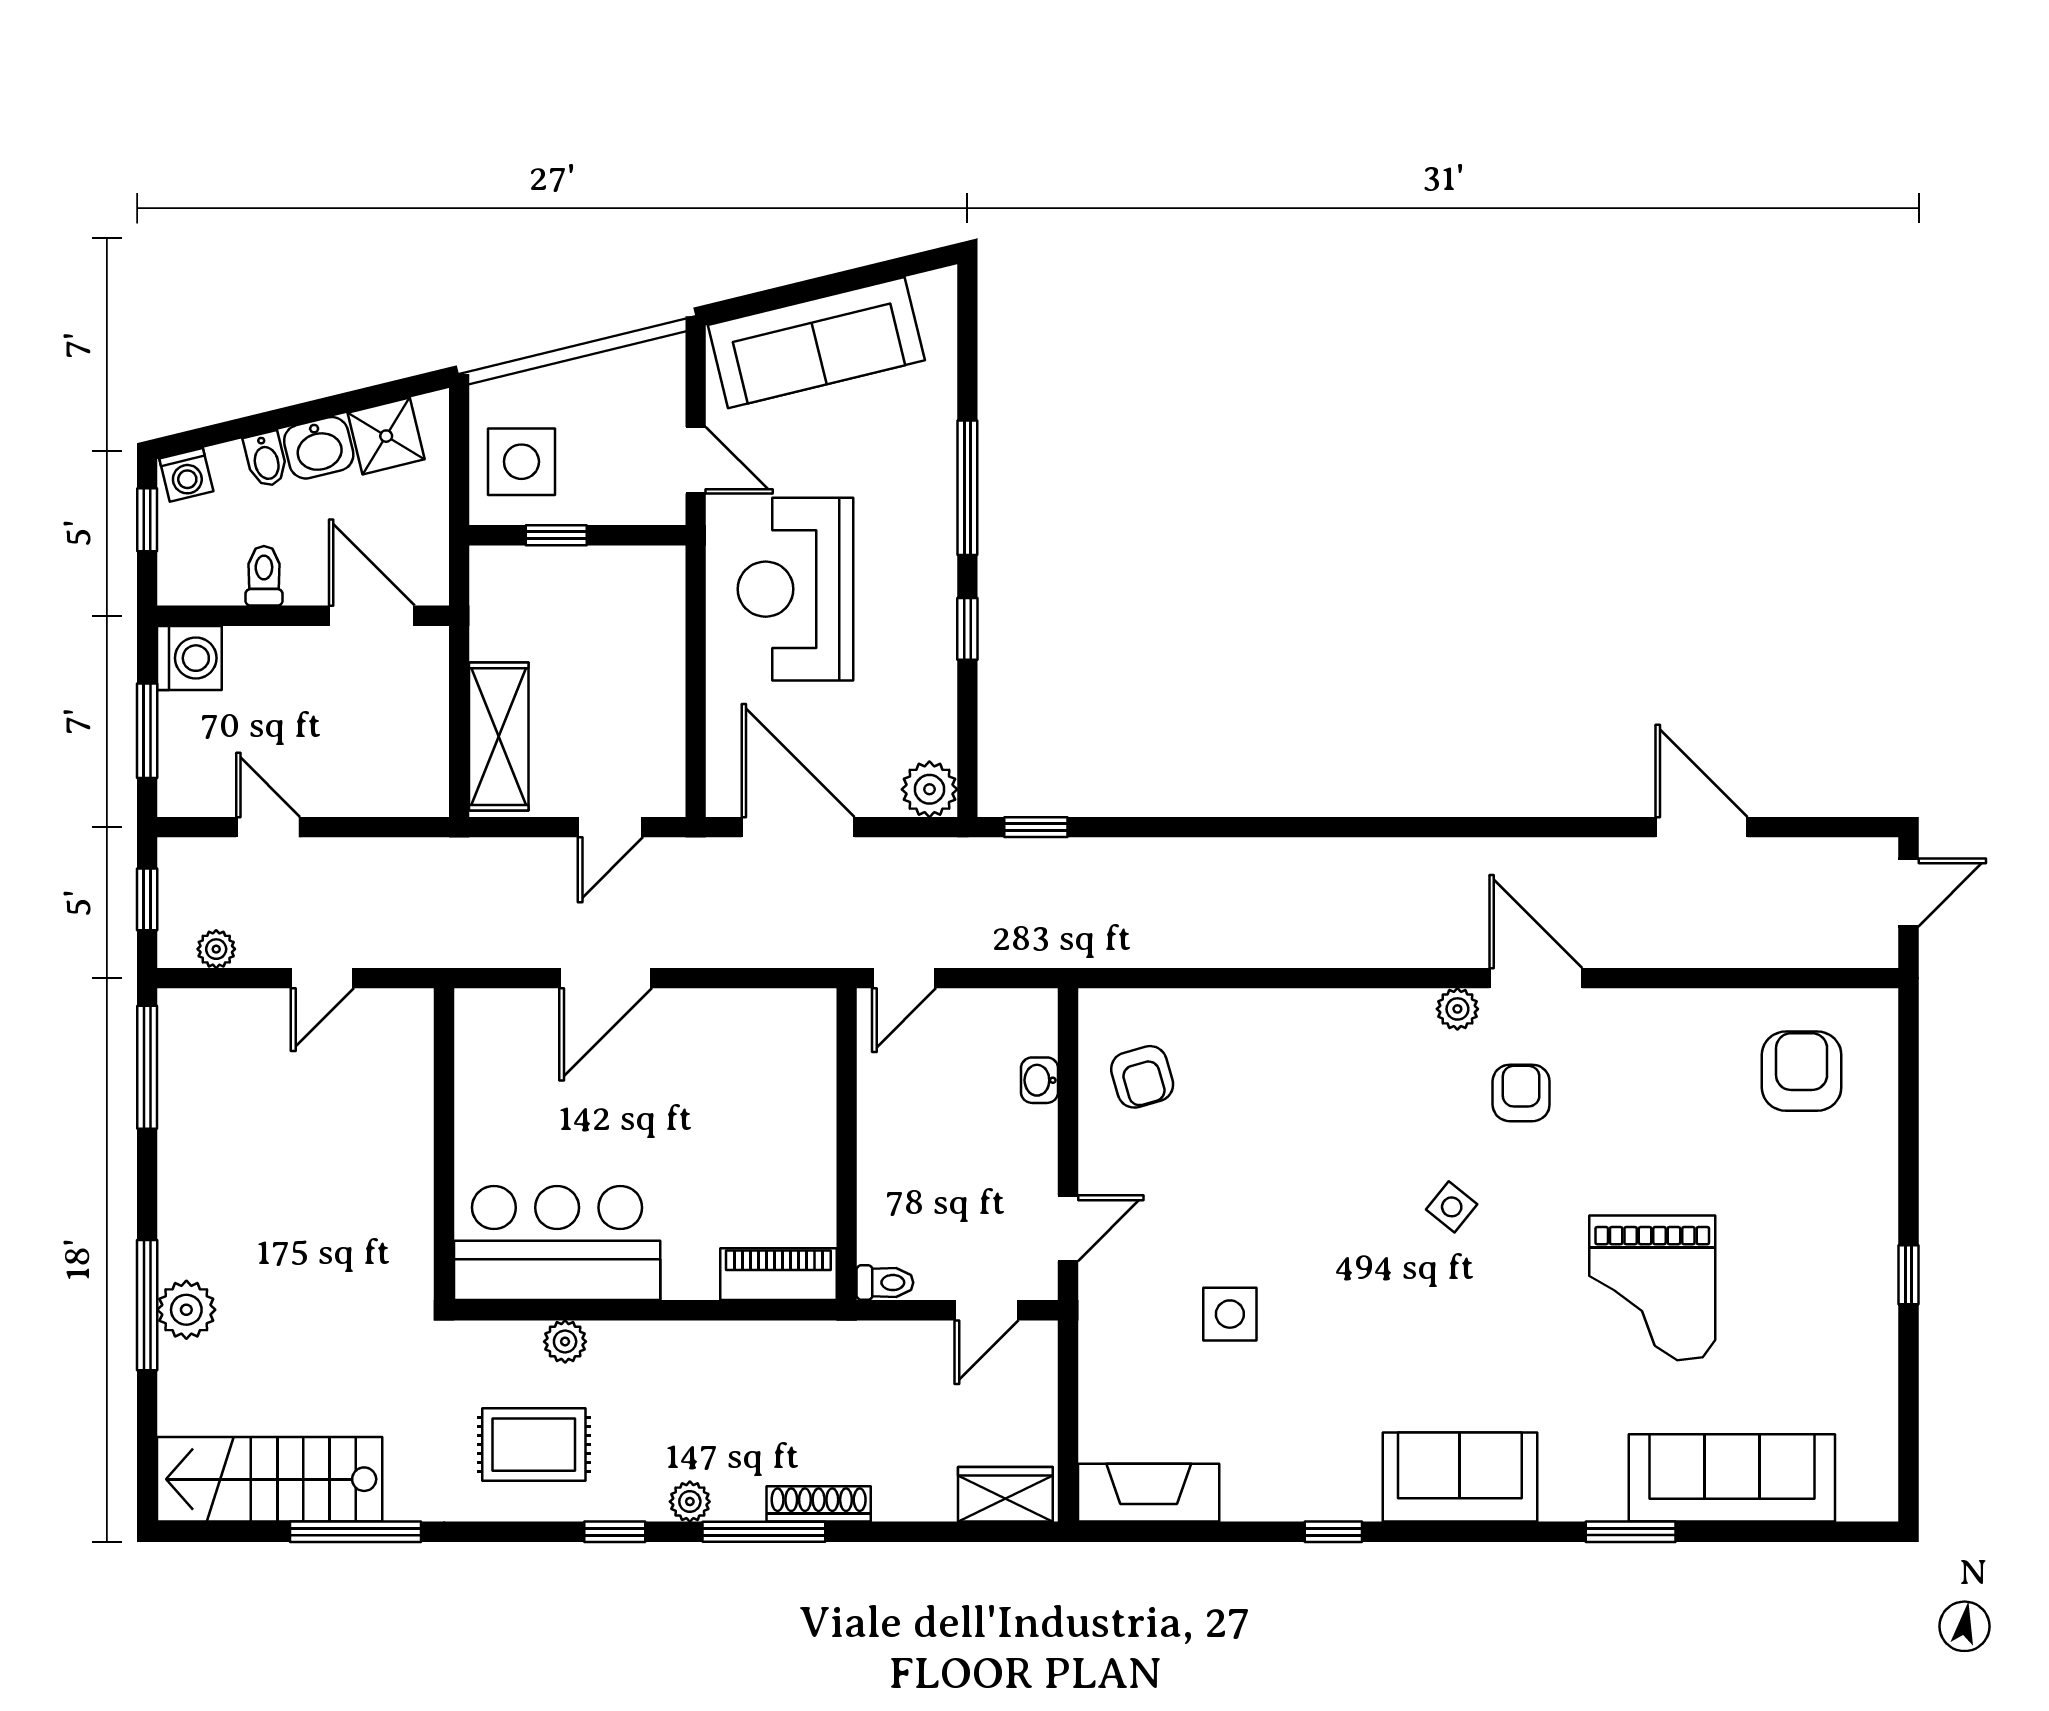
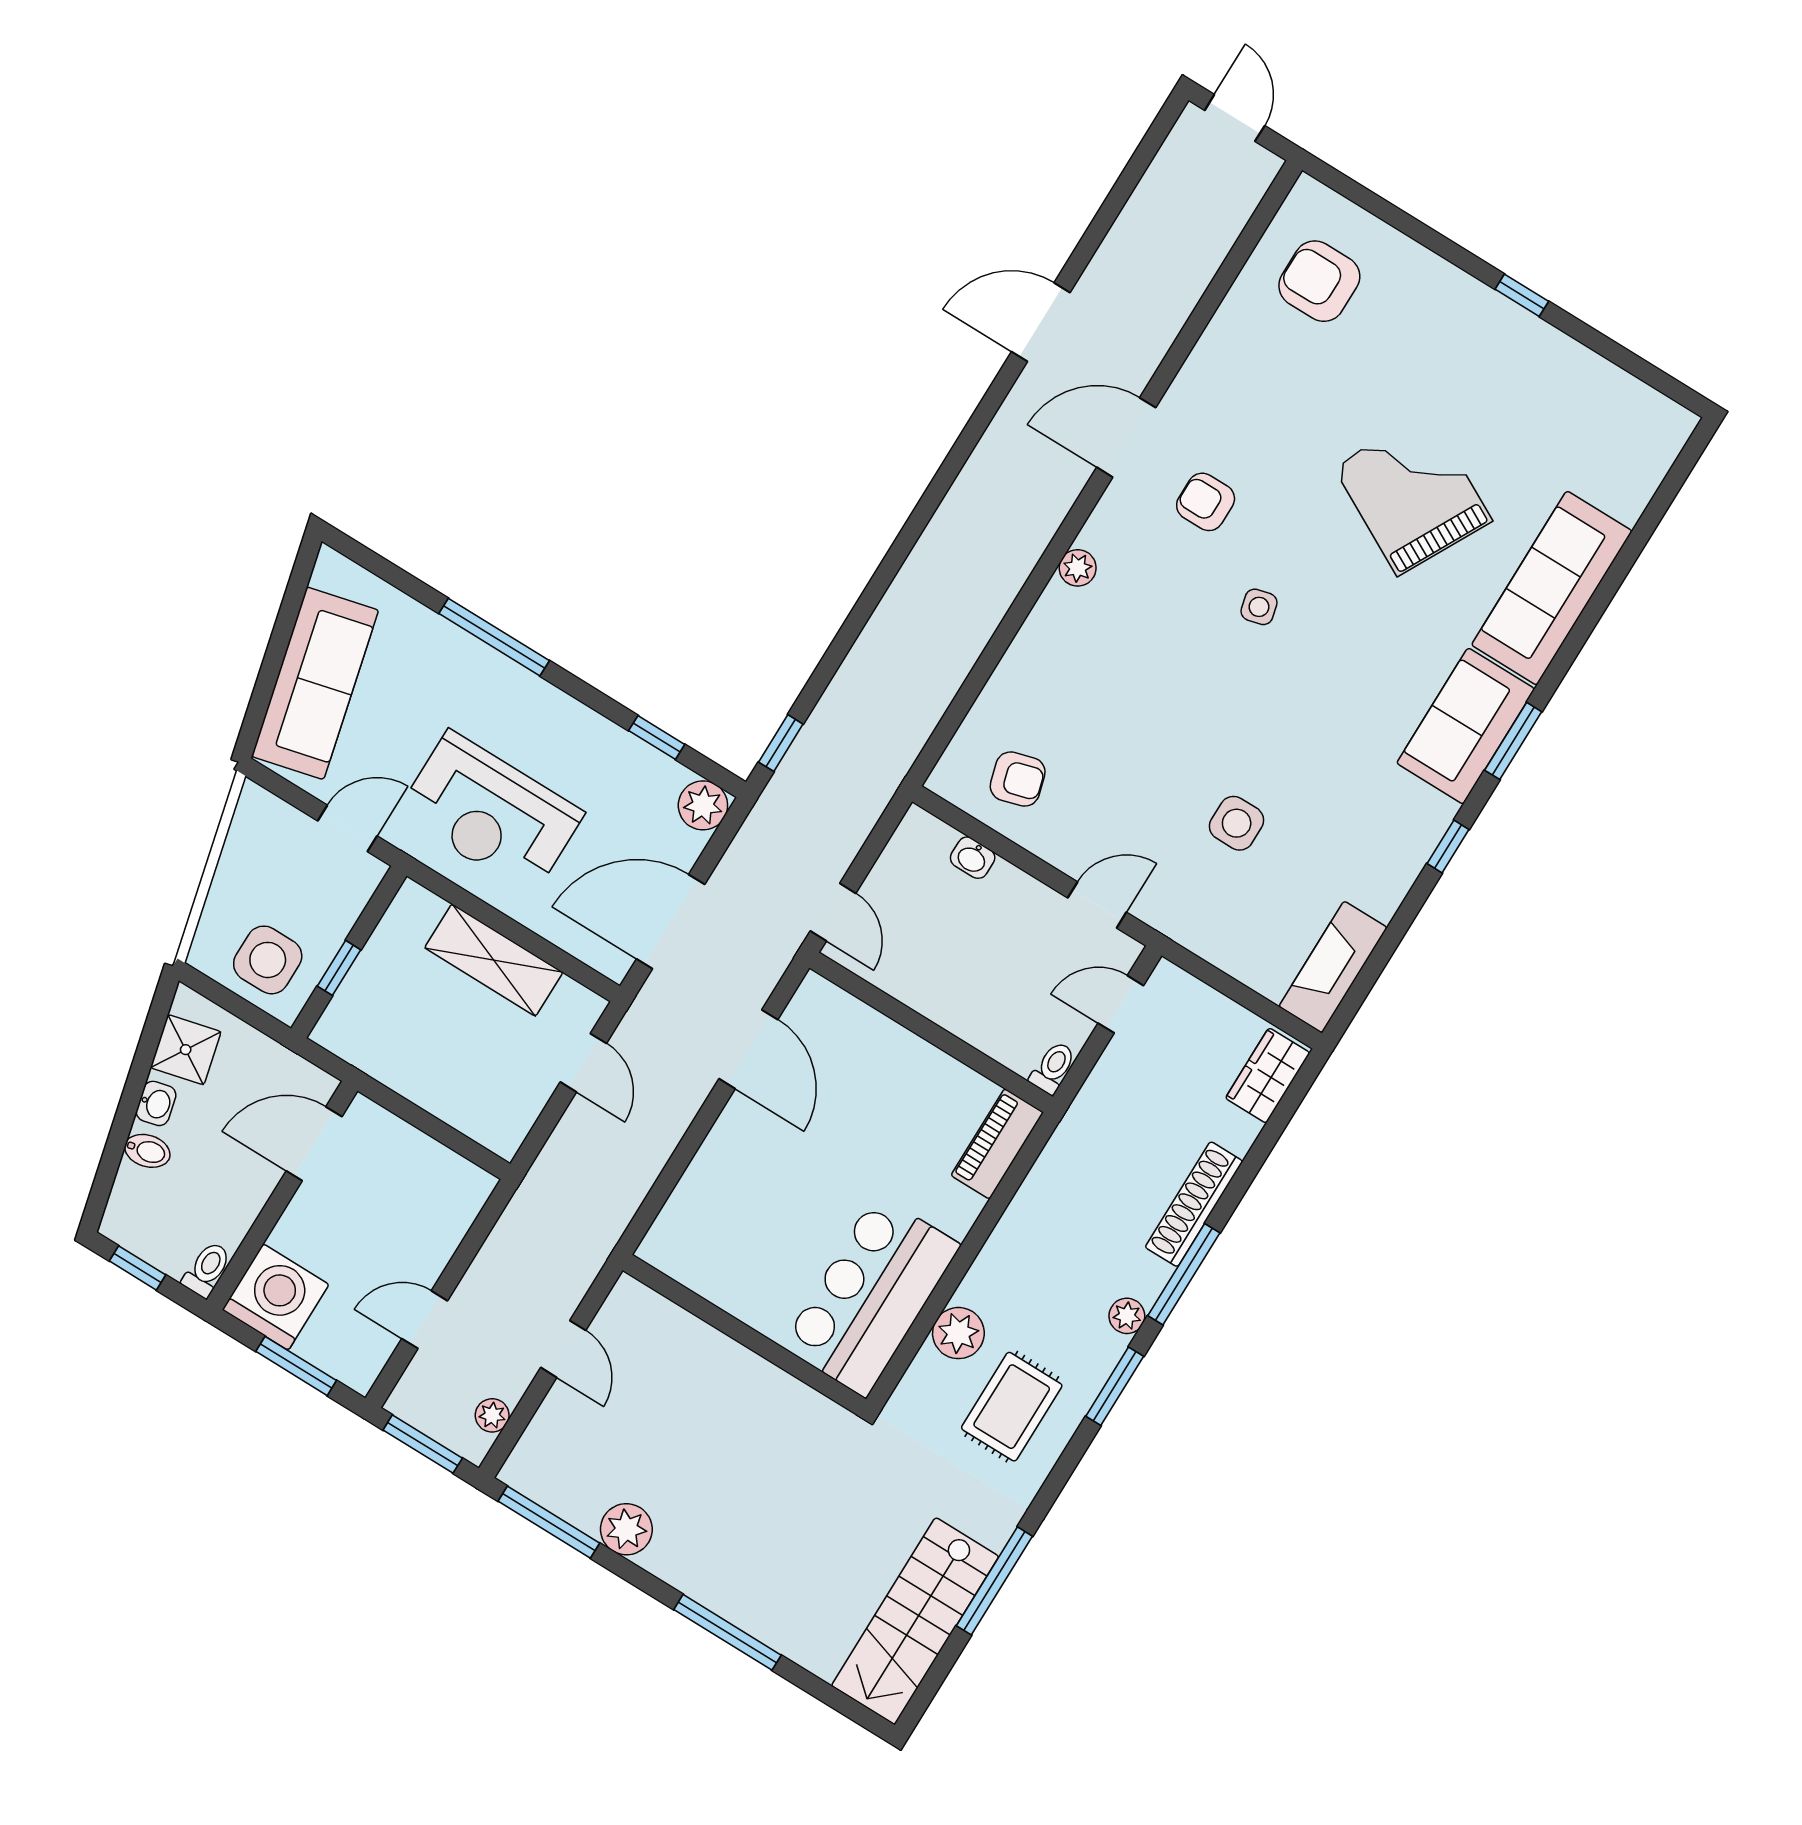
washbasin: (319, 448) -> (156, 1103), width x0.72, depth x0.69
washing machine: (186, 475) -> (122, 1218), removed
toilet: (264, 576) -> (207, 1269), moved, turned 90
window: (967, 629) -> (657, 737), moved
washing machine: (189, 658) -> (276, 1297), width x1.37, depth x1.37
shelving: (499, 737) -> (494, 960), moved
door: (1702, 827) -> (1041, 322), moved
window: (147, 899) -> (423, 1444), width x1.50
door: (606, 978) -> (748, 1049), moved
plant: (1457, 1009) -> (1078, 568), moved
side table: (1452, 1207) -> (1259, 607), turned 37
door: (1068, 1228) -> (1097, 905), hinge flipped
grand piano: (1652, 1288) -> (1413, 494), turned -152
plant: (186, 1310) -> (626, 1529), moved
door: (986, 1310) -> (1121, 1004), swing flipped
plant: (565, 1342) -> (958, 1333), width x1.38, depth x1.38
sofa: (1732, 1478) -> (1552, 588), moved
shoe rack: (819, 1504) -> (1194, 1204), width x1.36, depth x1.24
window: (615, 1532) -> (1115, 1386), width x1.50
window: (1631, 1532) -> (1513, 741), moved

